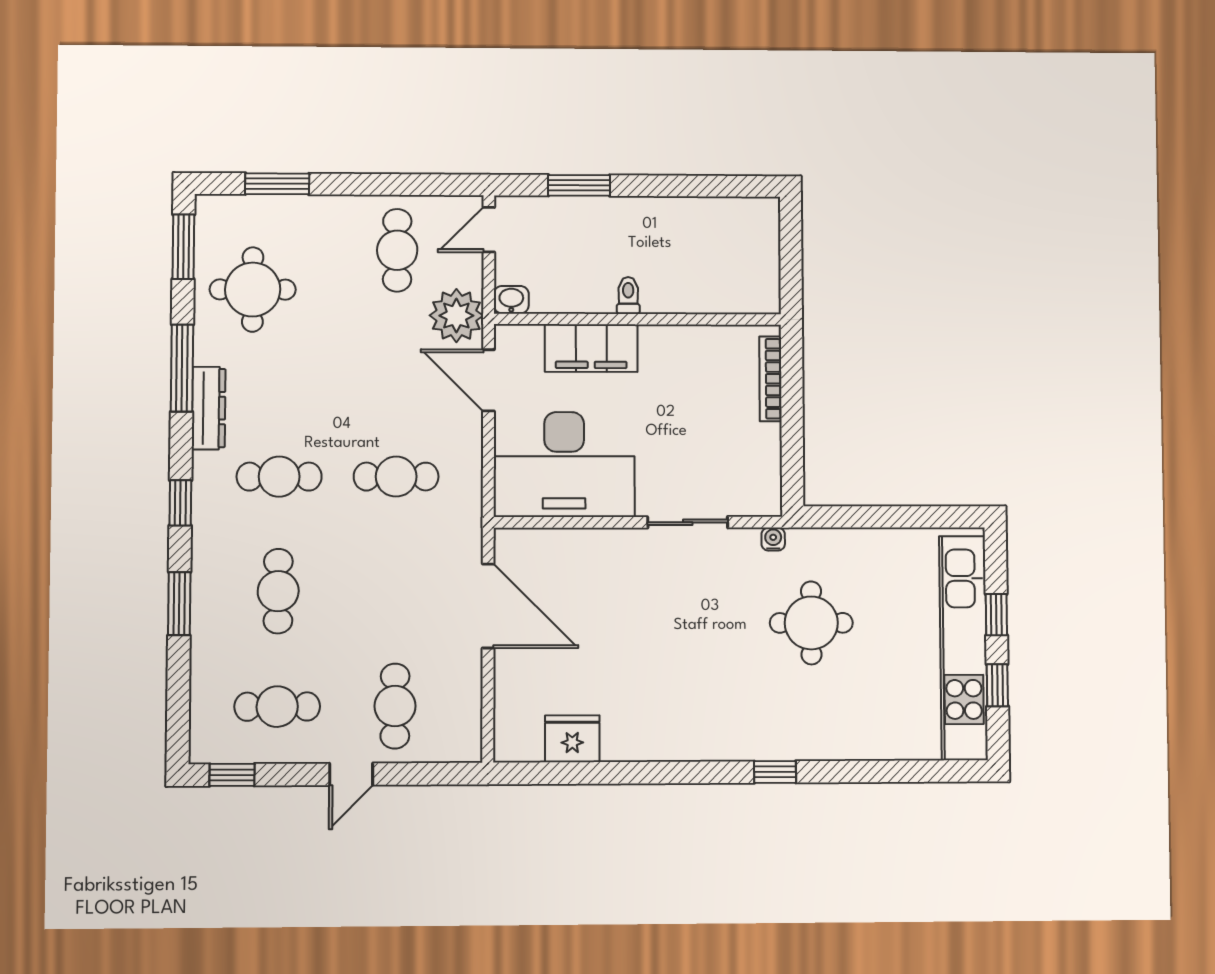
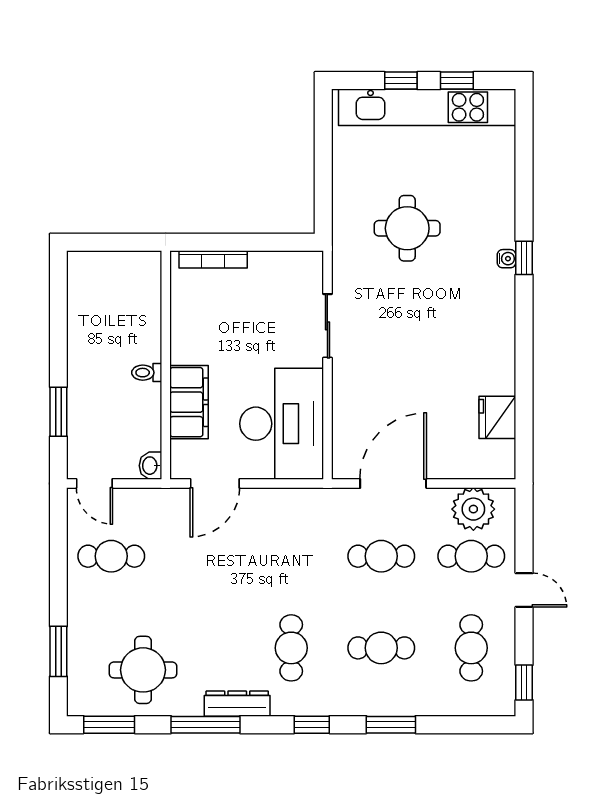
plant: (456, 316) -> (473, 509), moved
cafe table: (396, 477) -> (381, 556), moved, turned 90
water cooler: (773, 539) -> (506, 259), moved, turned 180

